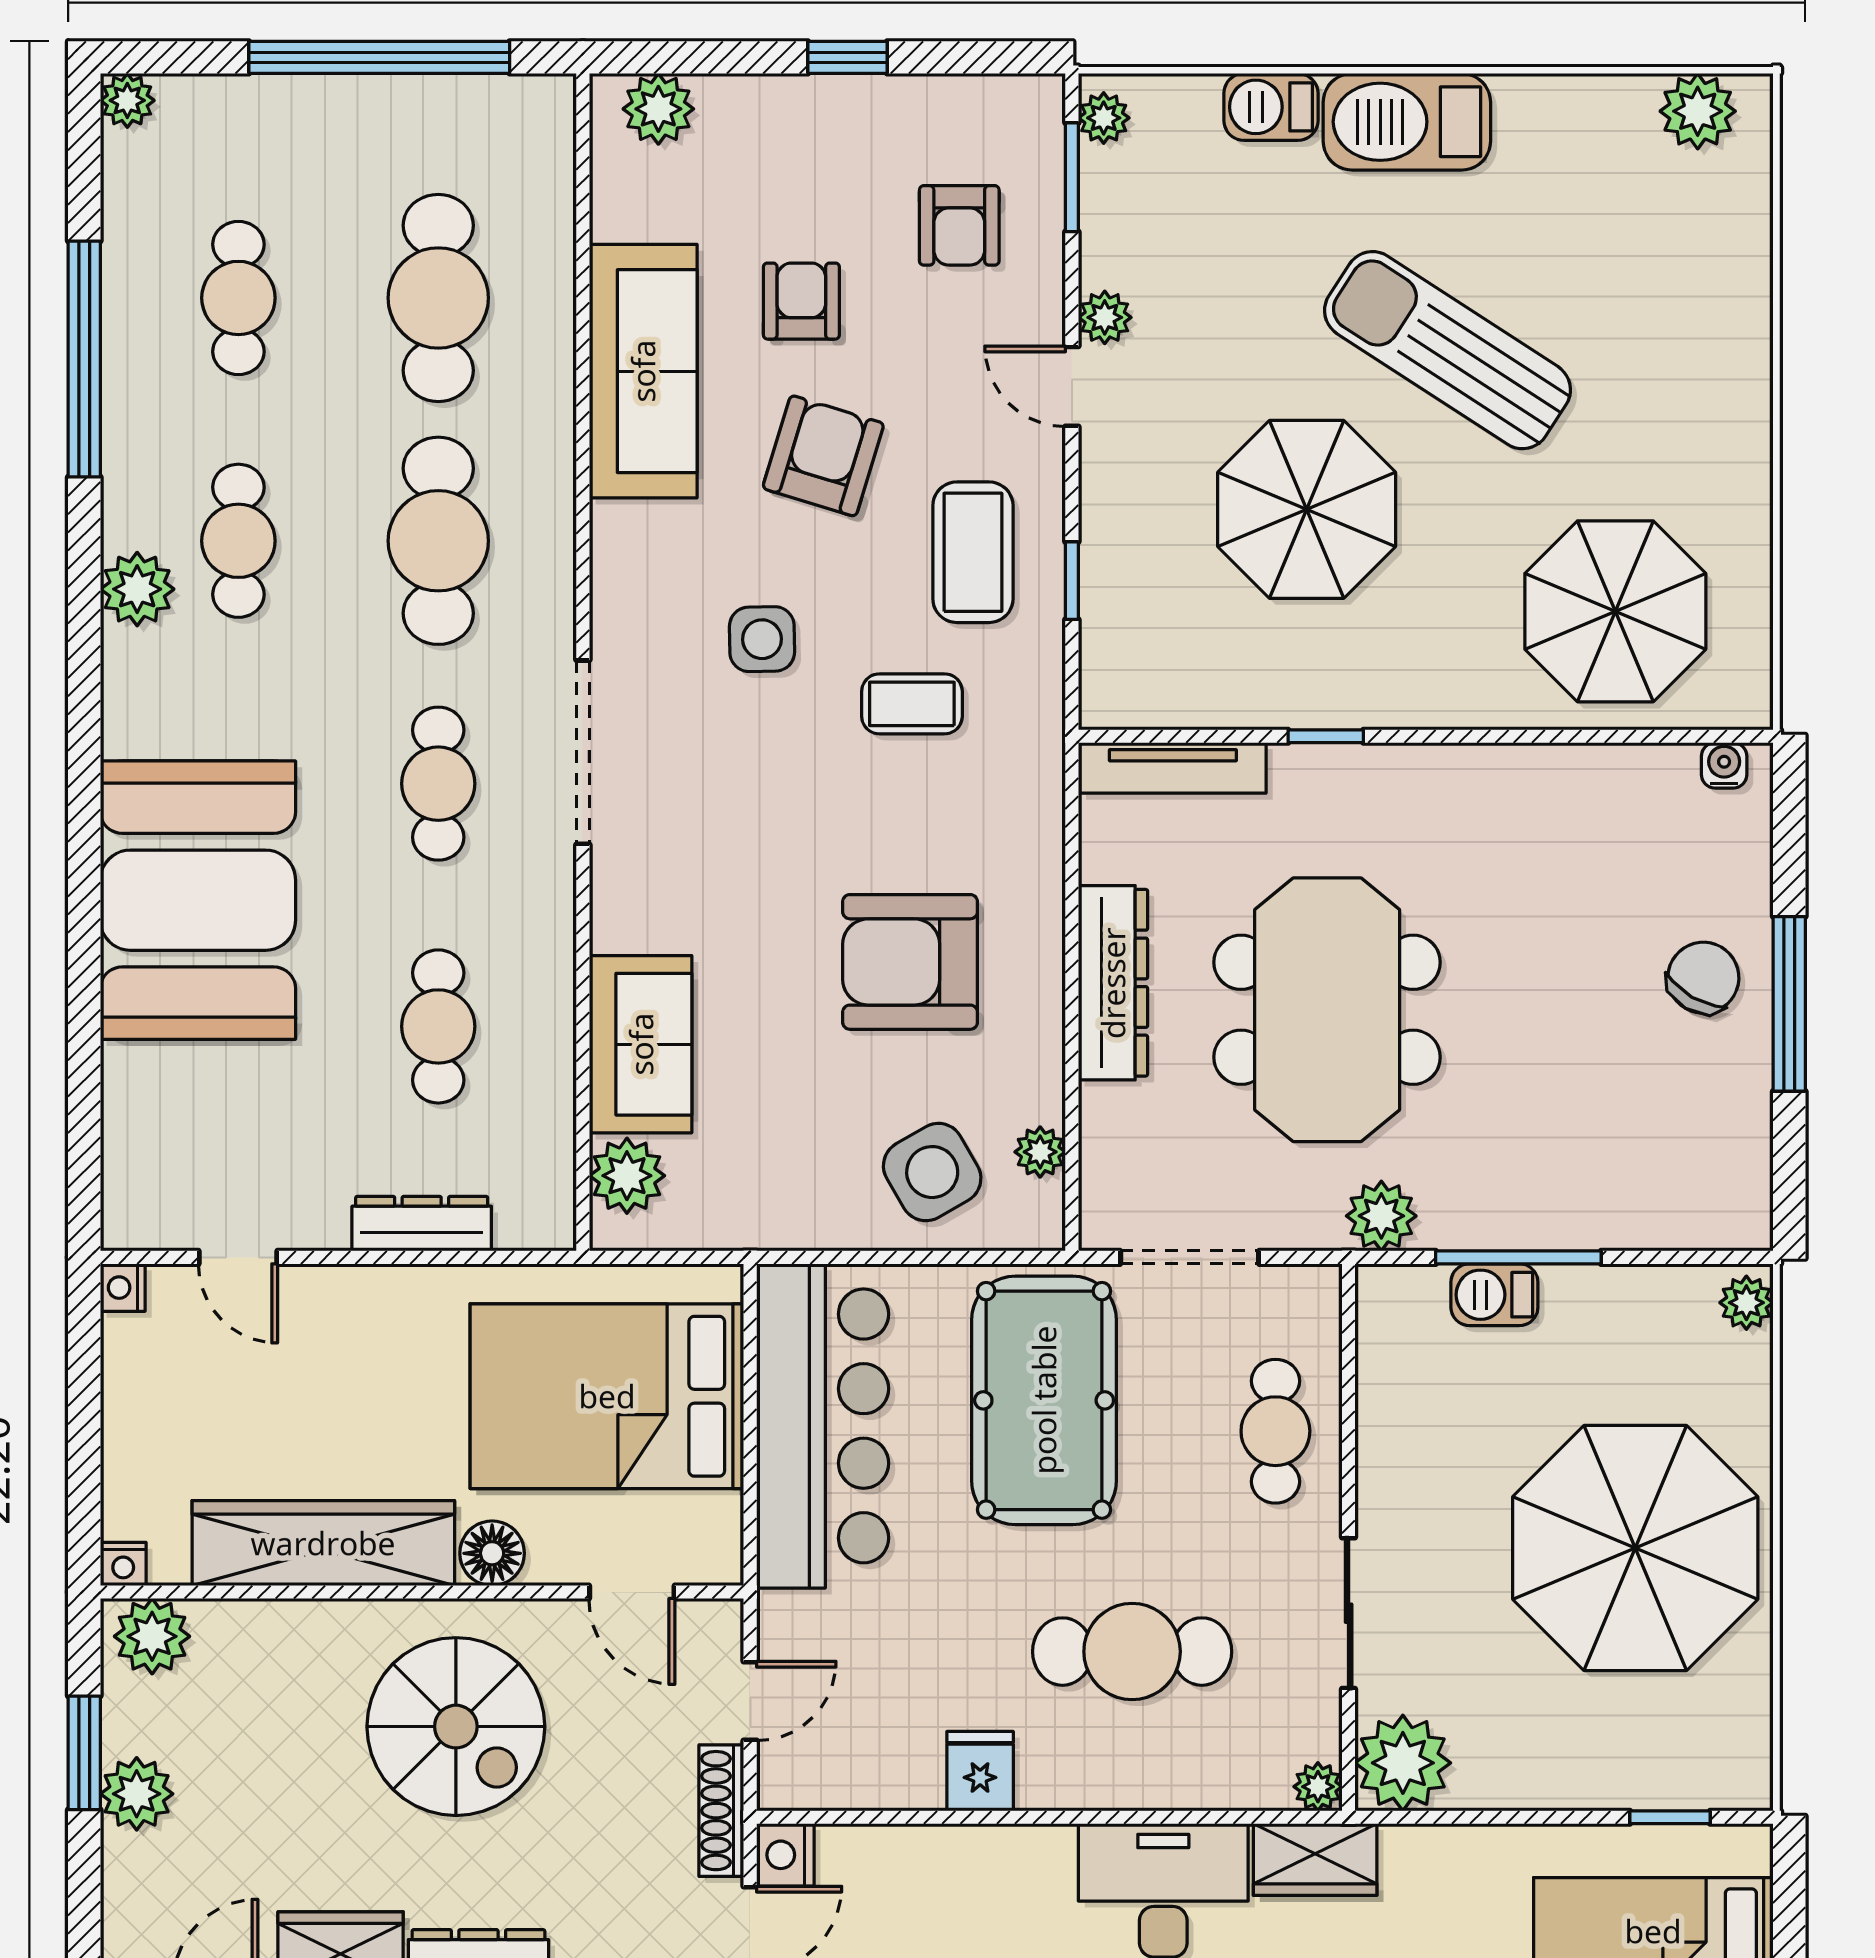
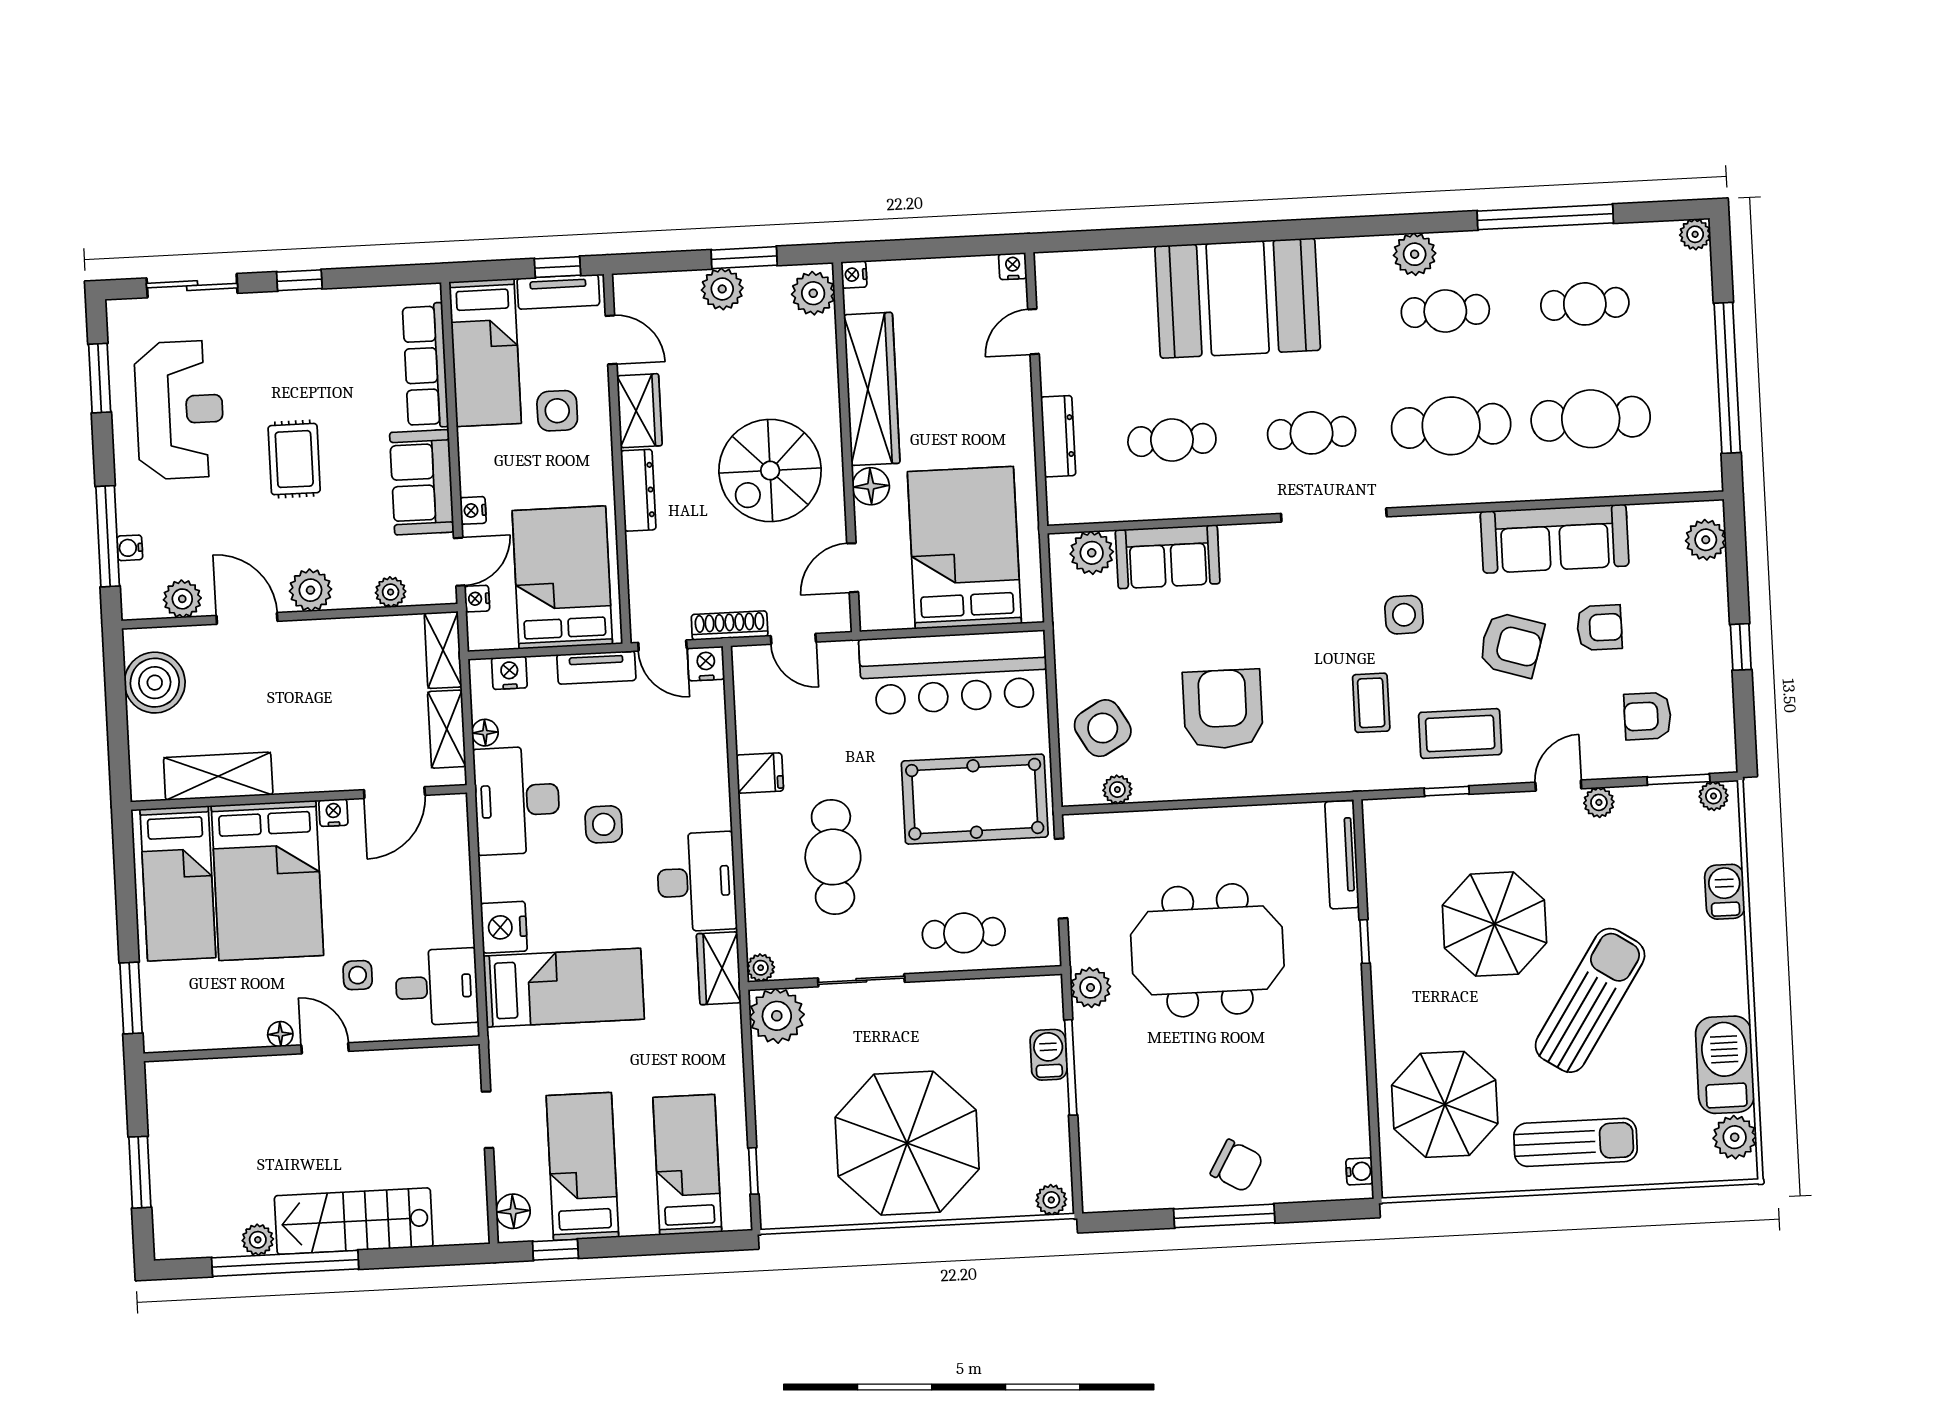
barbecue: (1407, 122) -> (1725, 1065), moved
sun lounger: (1693, 388) -> (1575, 1142), added
dresser: (1113, 983) -> (1217, 826), removed

